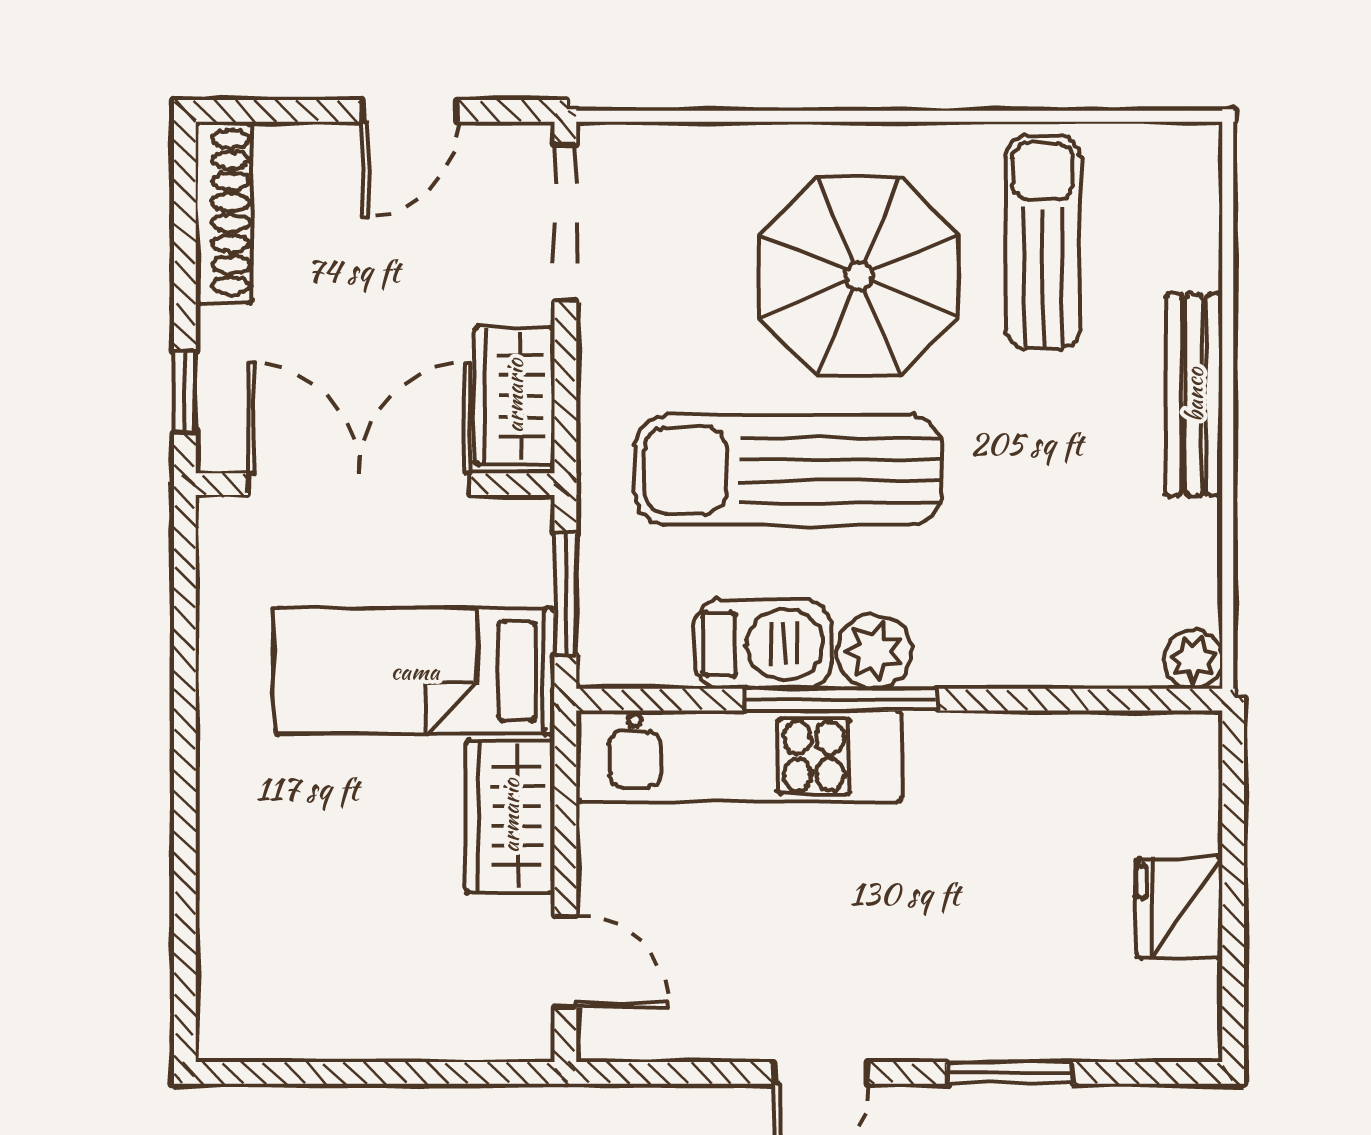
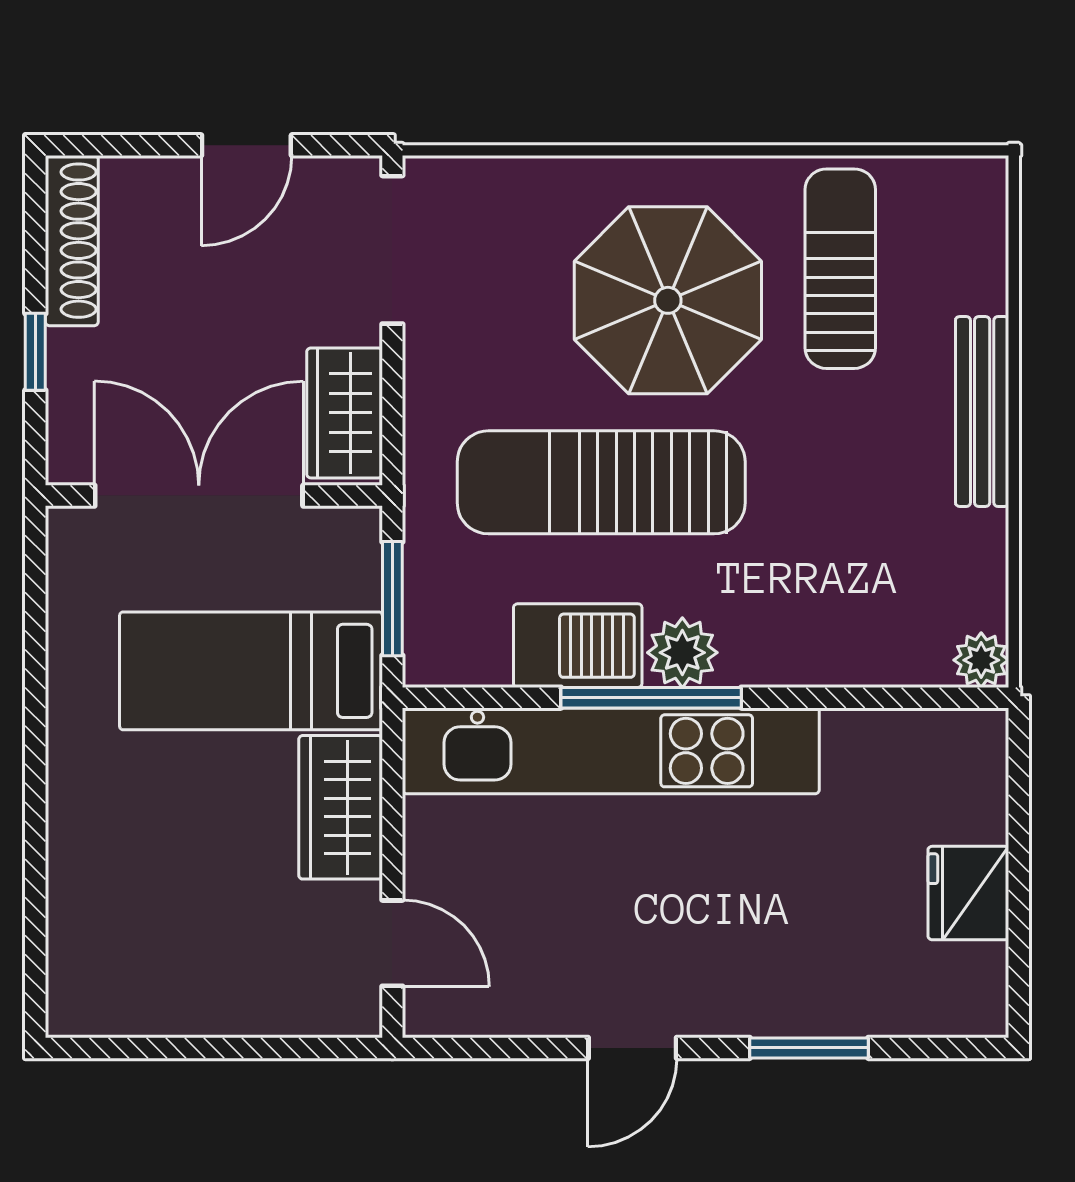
window: (185, 392) -> (35, 352), moved
kitchen unit: (739, 756) -> (611, 751), width x1.36

